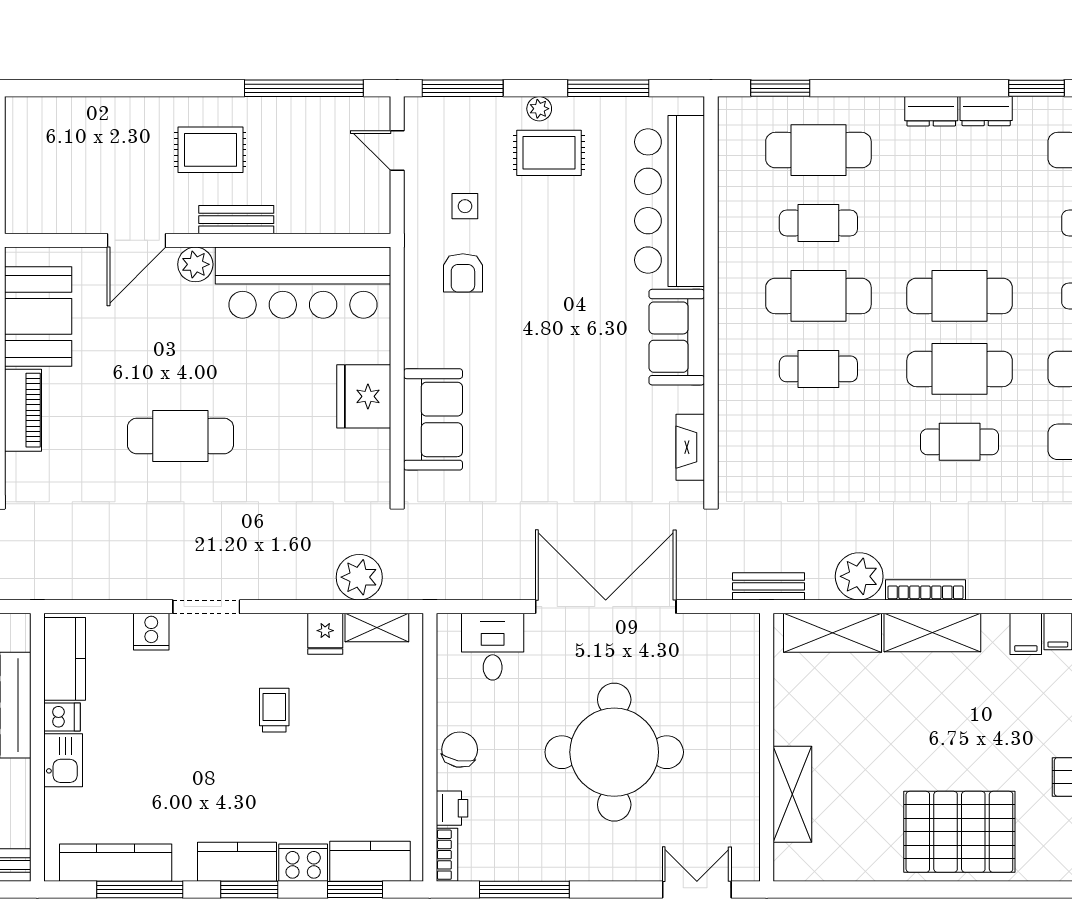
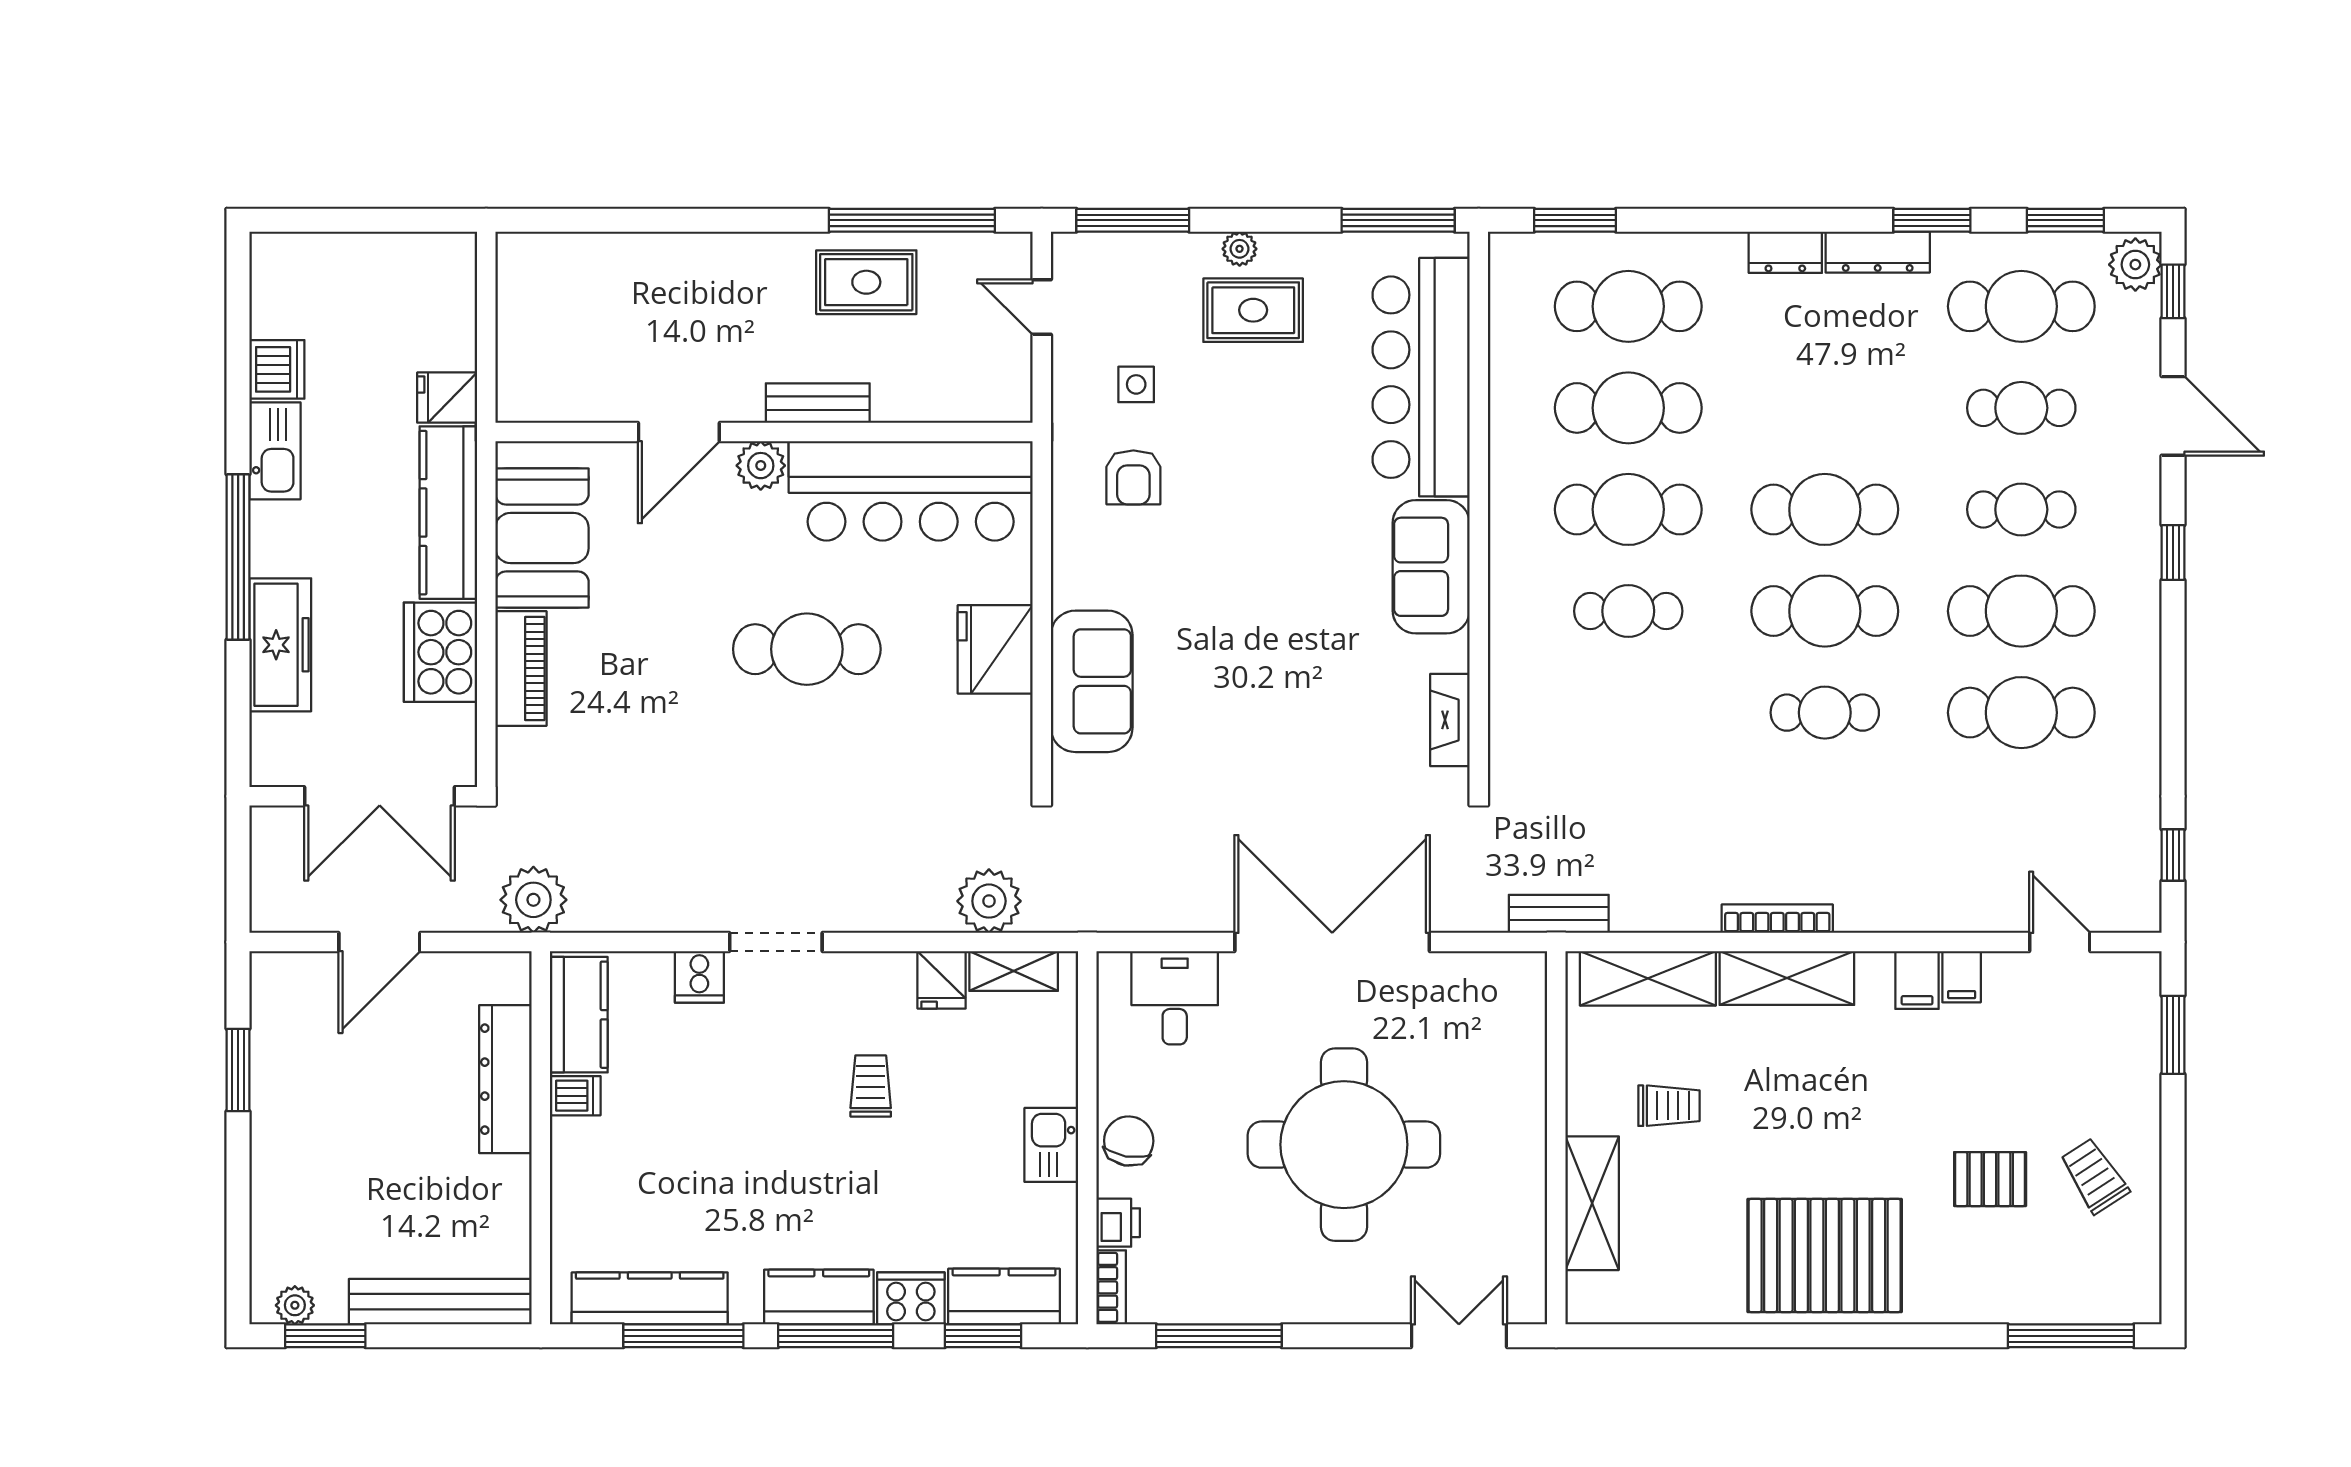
window: (608, 88) -> (1398, 220), moved
dresser: (986, 111) -> (1878, 252), width x1.44
rug: (210, 150) -> (866, 282), moved
cafe table: (818, 223) -> (1628, 408), width x1.37, depth x1.35
cafe table: (180, 436) -> (807, 649), moved
plant: (859, 576) -> (533, 900), moved
trolley: (848, 724) -> (1669, 1106), added
kitchen sink: (63, 760) -> (1051, 1145), moved, turned 180
window: (249, 889) -> (836, 1336), width x1.44

